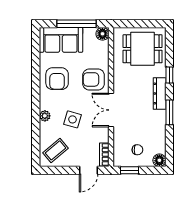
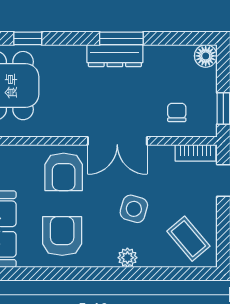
window: (169, 75) -> (28, 38), moved
armchair: (57, 79) -> (62, 236), turned -90
dresser: (160, 93) -> (115, 56), moved
chair: (137, 150) -> (177, 112), moved

